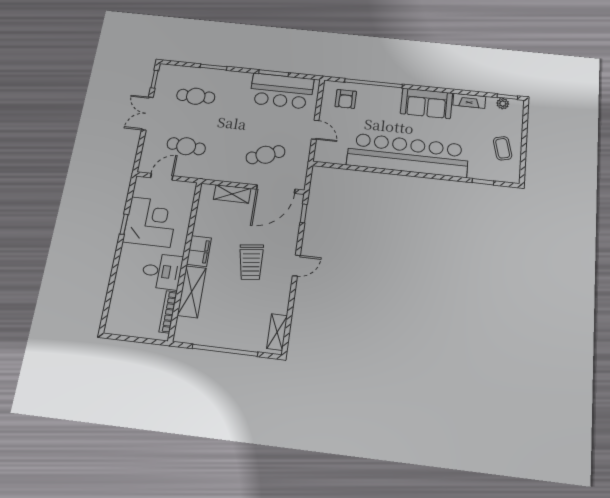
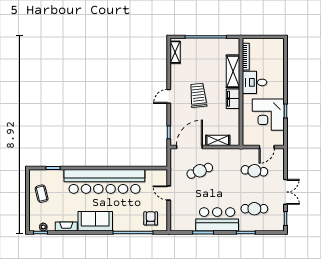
bar counter: (282, 91) -> (217, 219), moved

